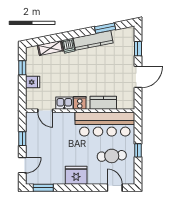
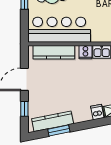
kitchen counter: (93, 40) -> (53, 121), moved
kitchen counter: (103, 103) -> (54, 52), width x1.50

